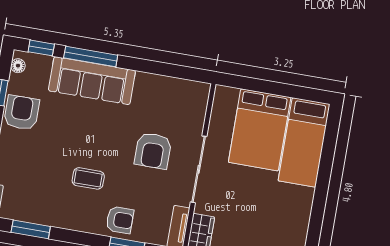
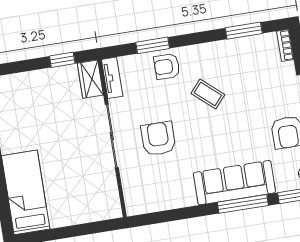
bed: (260, 130) -> (69, 190), removed
coffee table: (88, 178) -> (208, 94), turned 41

